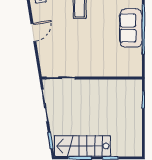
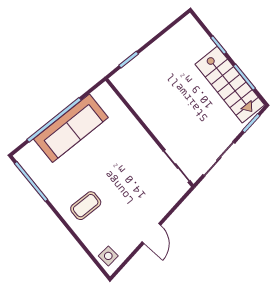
sofa: (131, 28) -> (71, 128), width x1.36
door: (33, 32) -> (151, 234), swing flipped

